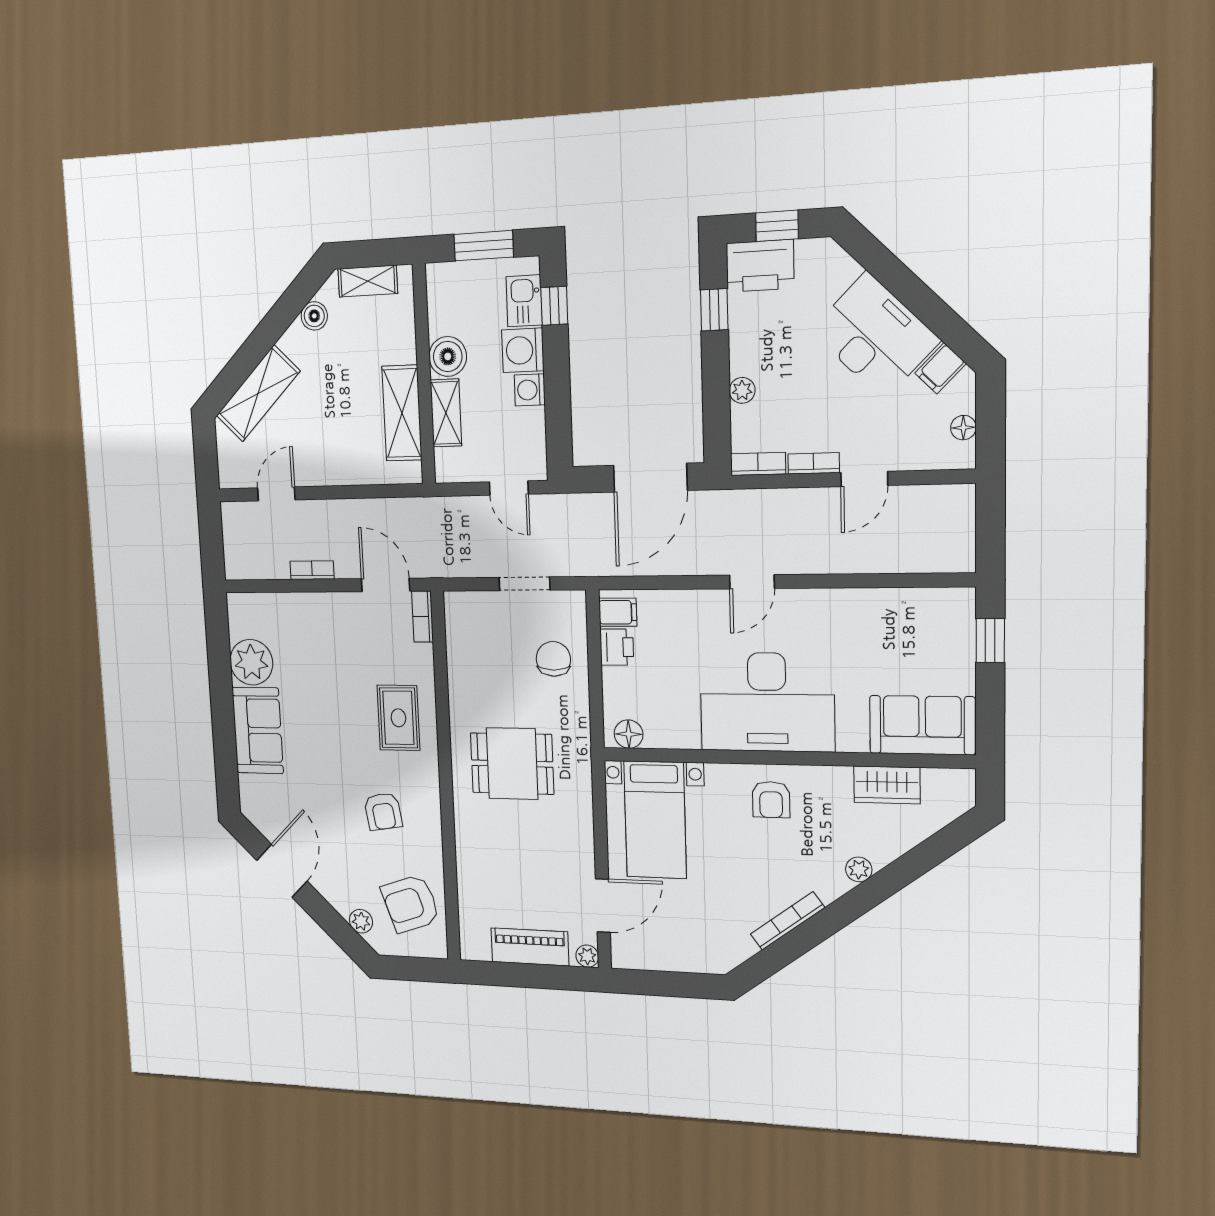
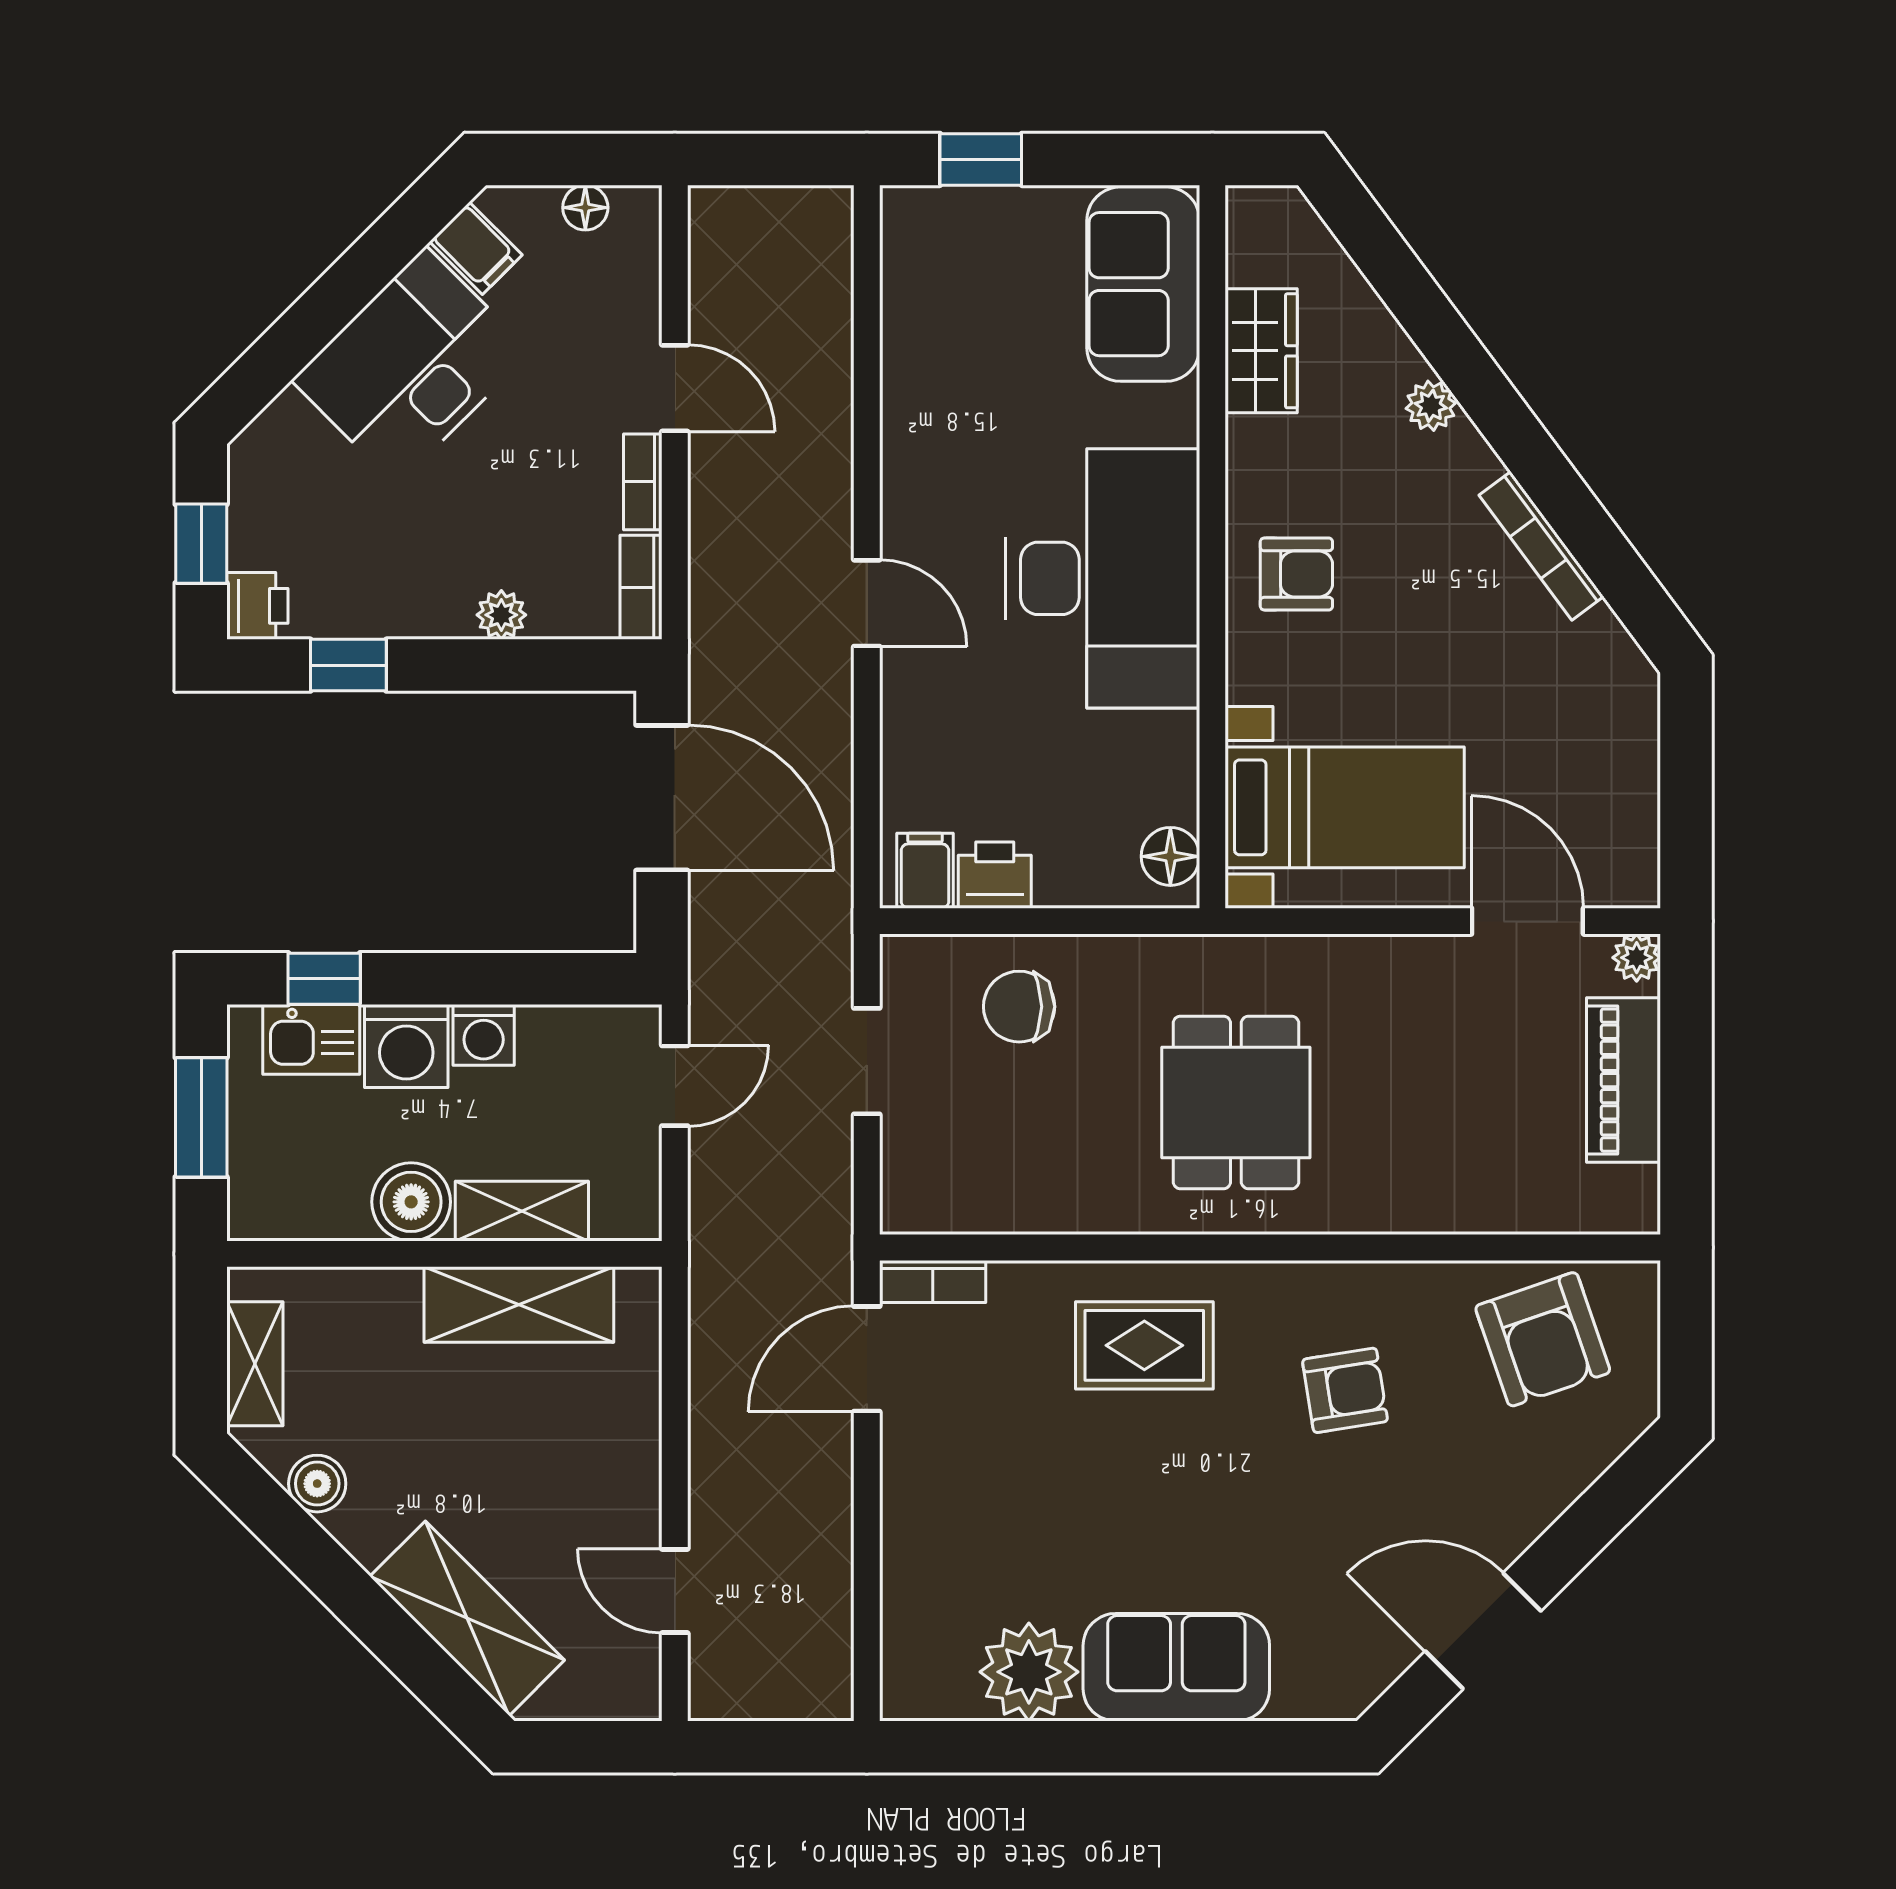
printer: (760, 266) -> (257, 606), width x0.53, depth x0.68
bookcase: (312, 570) -> (835, 1520), removed
plant: (361, 921) -> (1587, 1454), removed

